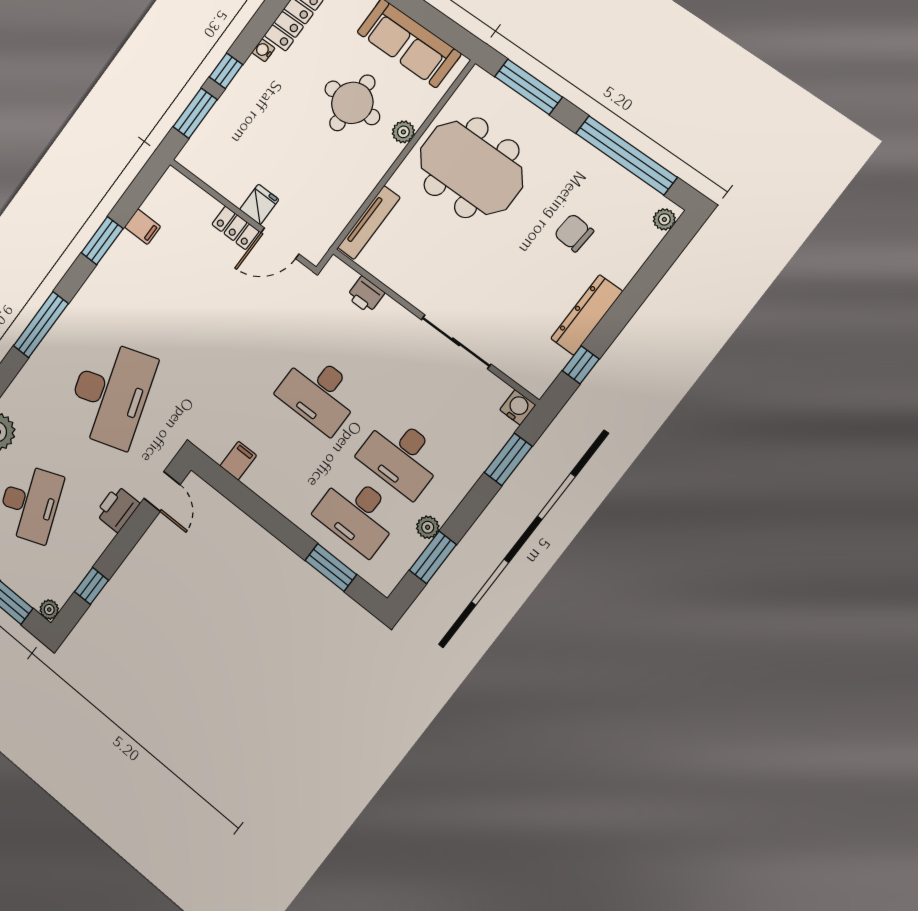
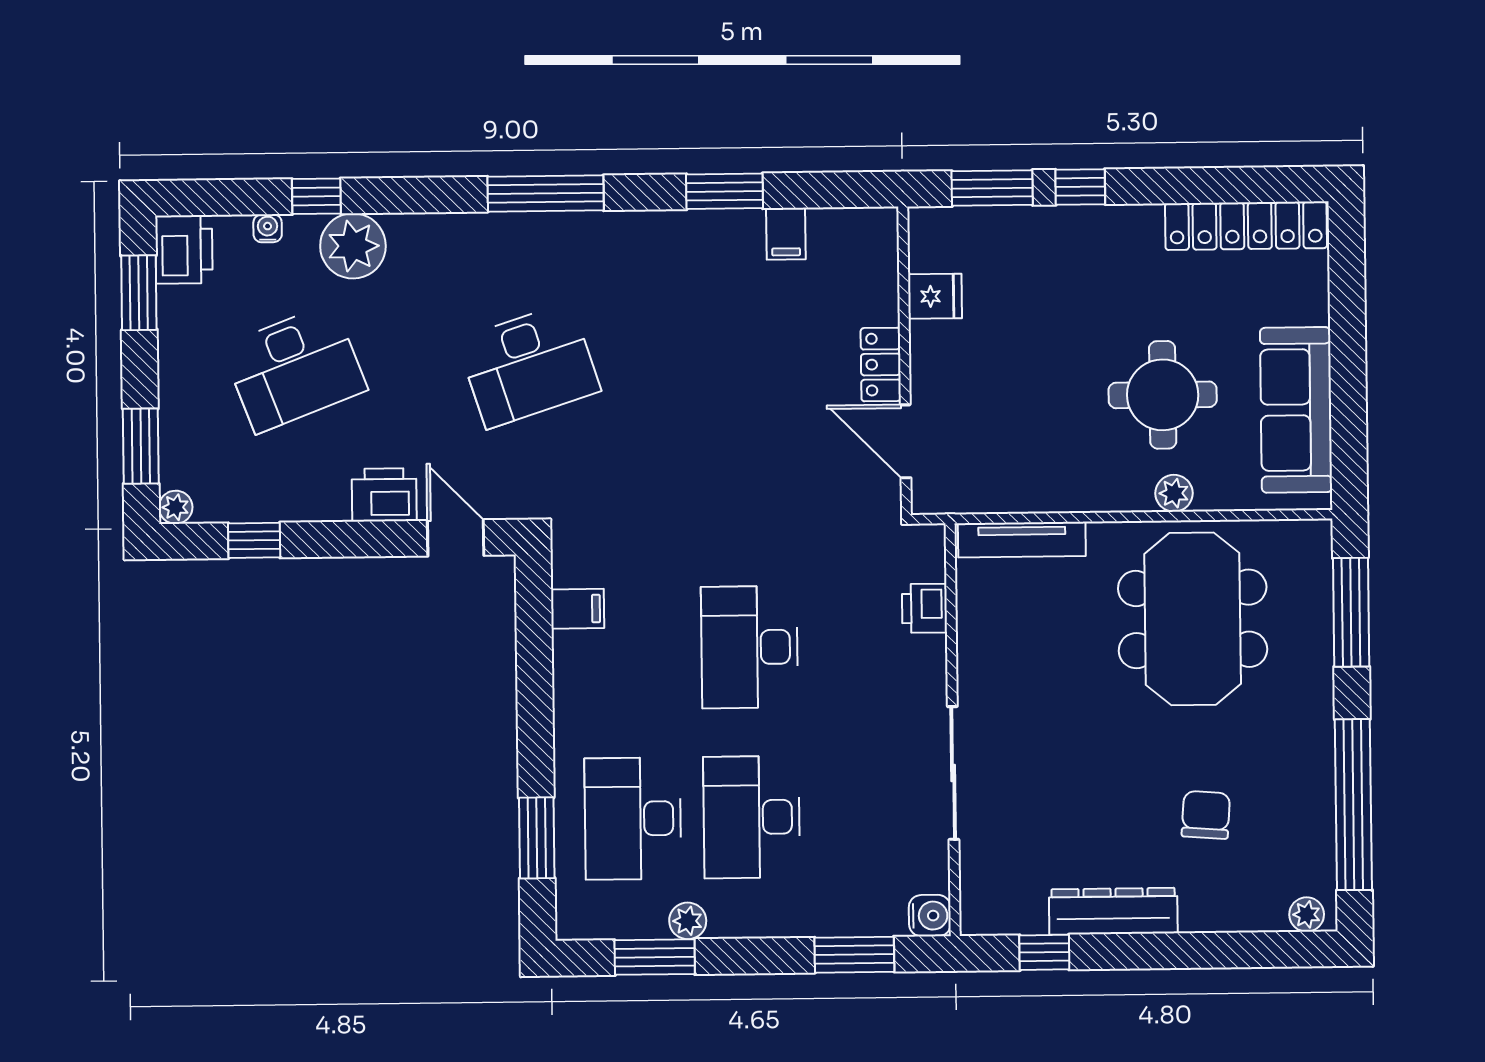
water cooler: (263, 50) -> (1145, 218), removed
fridge: (259, 204) -> (935, 296), moved
desk: (110, 394) -> (529, 365), width x0.73, depth x0.77
door: (162, 492) -> (456, 538), swing flipped

